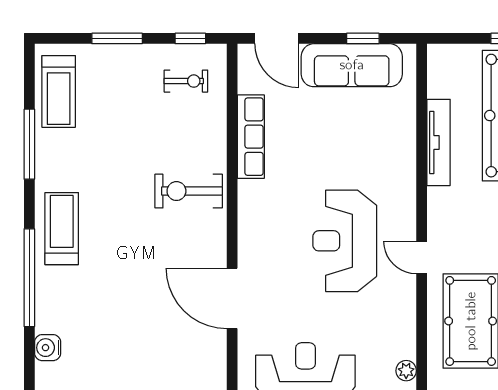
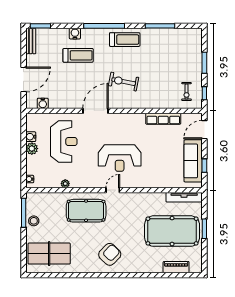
treadmill: (59, 91) -> (78, 55), moved, turned 180
tv unit: (439, 142) -> (184, 197), moved
exercise bike: (189, 191) -> (124, 82), moved, turned -79
reception desk: (345, 241) -> (120, 158), turned 180

